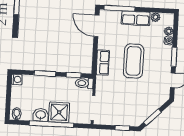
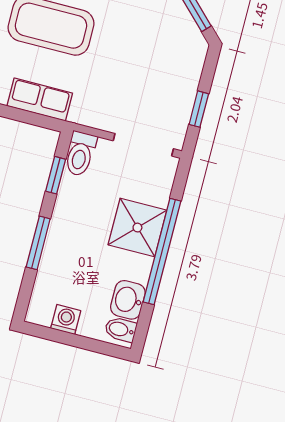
washing machine: (17, 79) -> (66, 319), moved
washbasin: (41, 115) -> (128, 300), moved
window: (122, 128) -> (199, 109), moved

